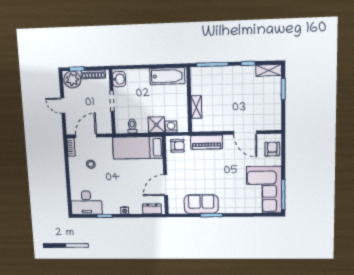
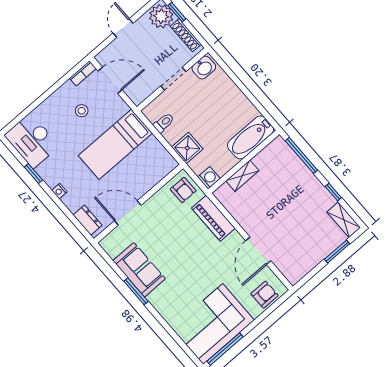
bathtub: (167, 76) -> (250, 137), moved, turned 90
washing machine: (171, 127) -> (209, 178), moved
bed: (138, 148) -> (115, 144), moved, turned -90

